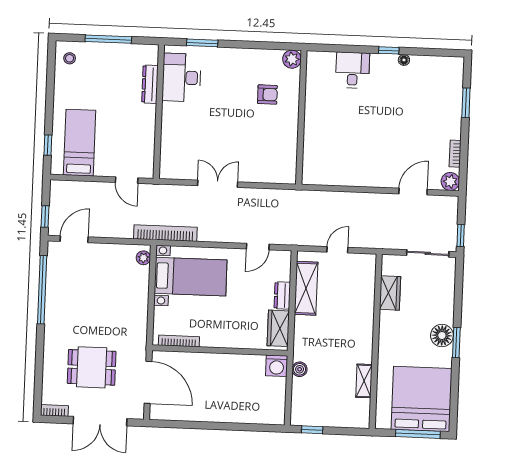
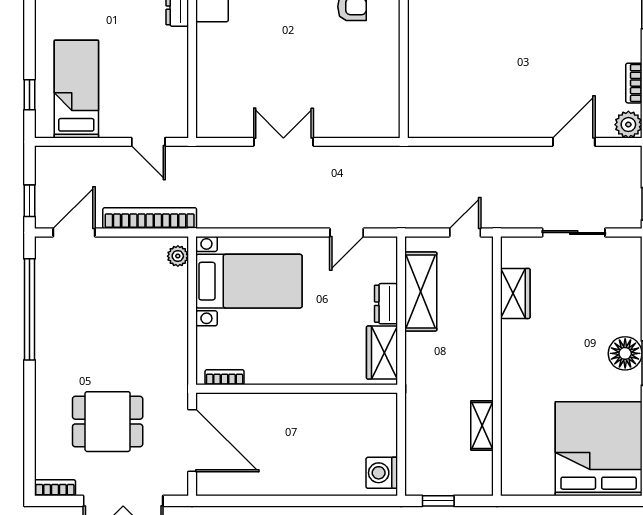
bookcase: (165, 233) -> (150, 218), moved
sliding door: (428, 253) -> (574, 233), moved
wardrobe: (390, 293) -> (515, 293), moved
bookcase: (179, 341) -> (225, 377), width x0.64
wall: (376, 341) -> (497, 366), moved
washing machine: (277, 366) -> (382, 473), moved, turned 90
boiler: (300, 369) -> (416, 412), removed
shelving: (364, 381) -> (482, 425), moved
window: (418, 434) -> (595, 501), removed

